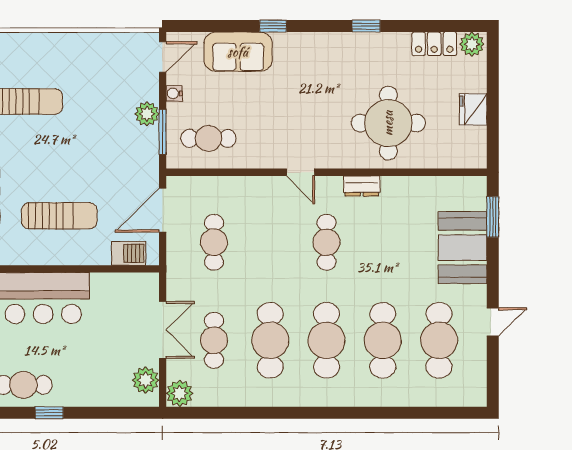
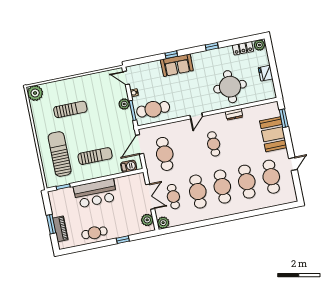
sofa: (238, 52) -> (177, 65), moved
door: (163, 57) -> (126, 78), swing flipped
cafe table: (208, 138) -> (153, 109), width x1.37, depth x1.35
door: (300, 172) -> (196, 116), hinge flipped
dresser: (362, 186) -> (234, 114), moved
cafe table: (214, 242) -> (165, 154), width x1.37, depth x1.35
window: (49, 413) -> (123, 240), moved

